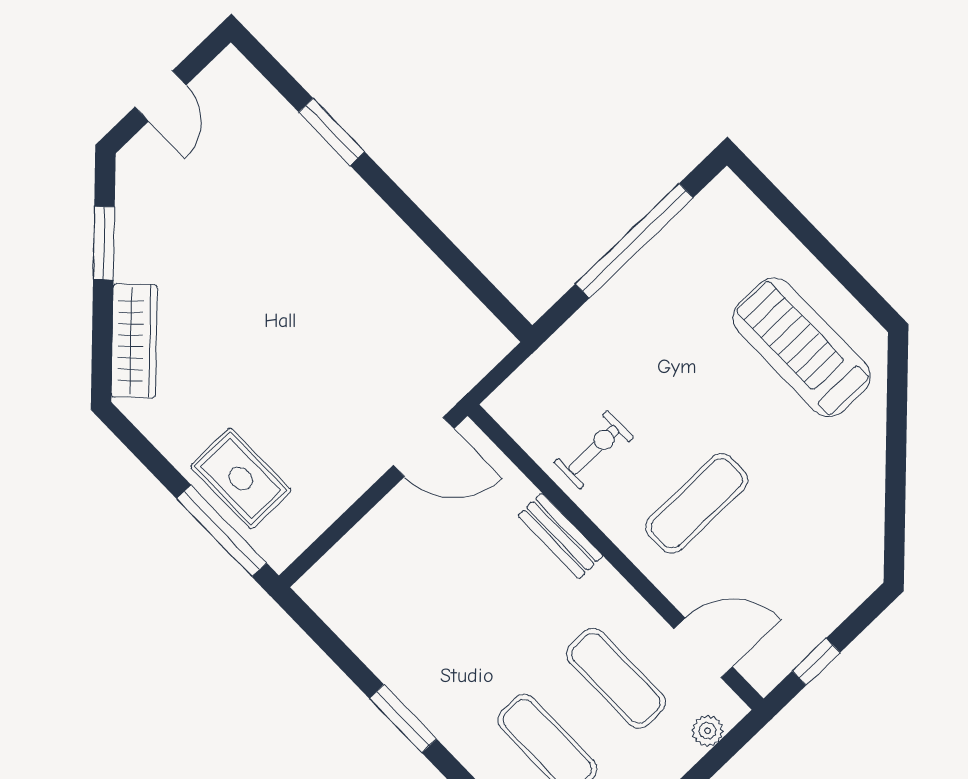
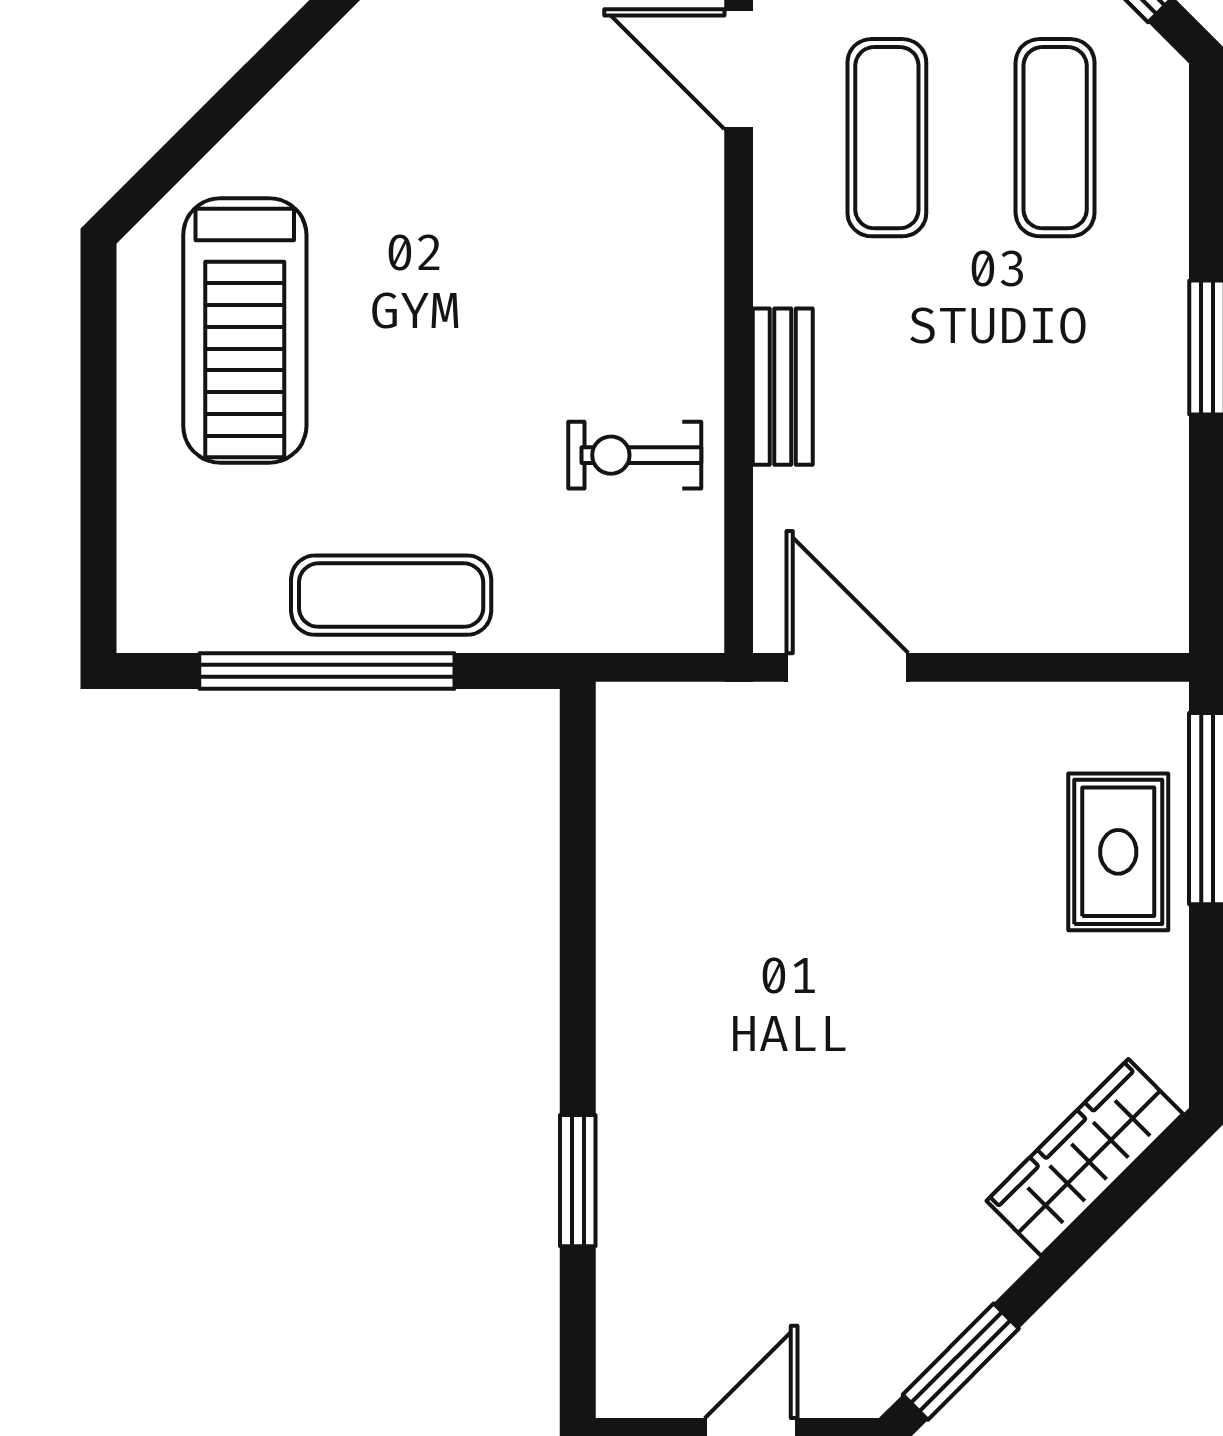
window: (104, 243) -> (961, 1362), moved
exercise mat: (697, 503) -> (391, 595), moved

